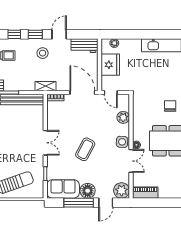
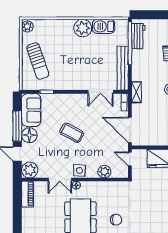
door: (82, 92) -> (130, 130), swing flipped
door: (111, 92) -> (130, 159), hinge flipped
double door: (45, 143) -> (101, 92), moved

